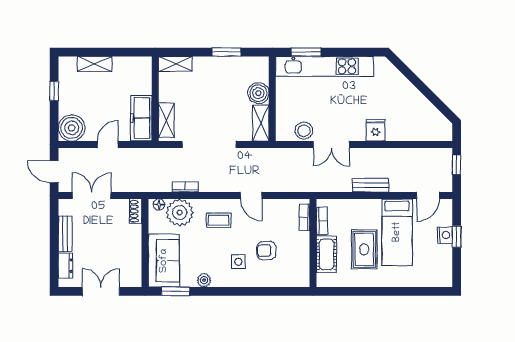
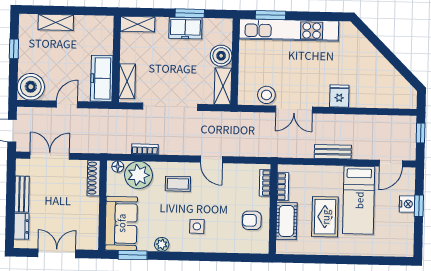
freezer: (223, 67) -> (185, 28), added
shoe rack: (136, 211) -> (94, 178), width x1.43
armchair: (266, 251) -> (252, 220), moved

